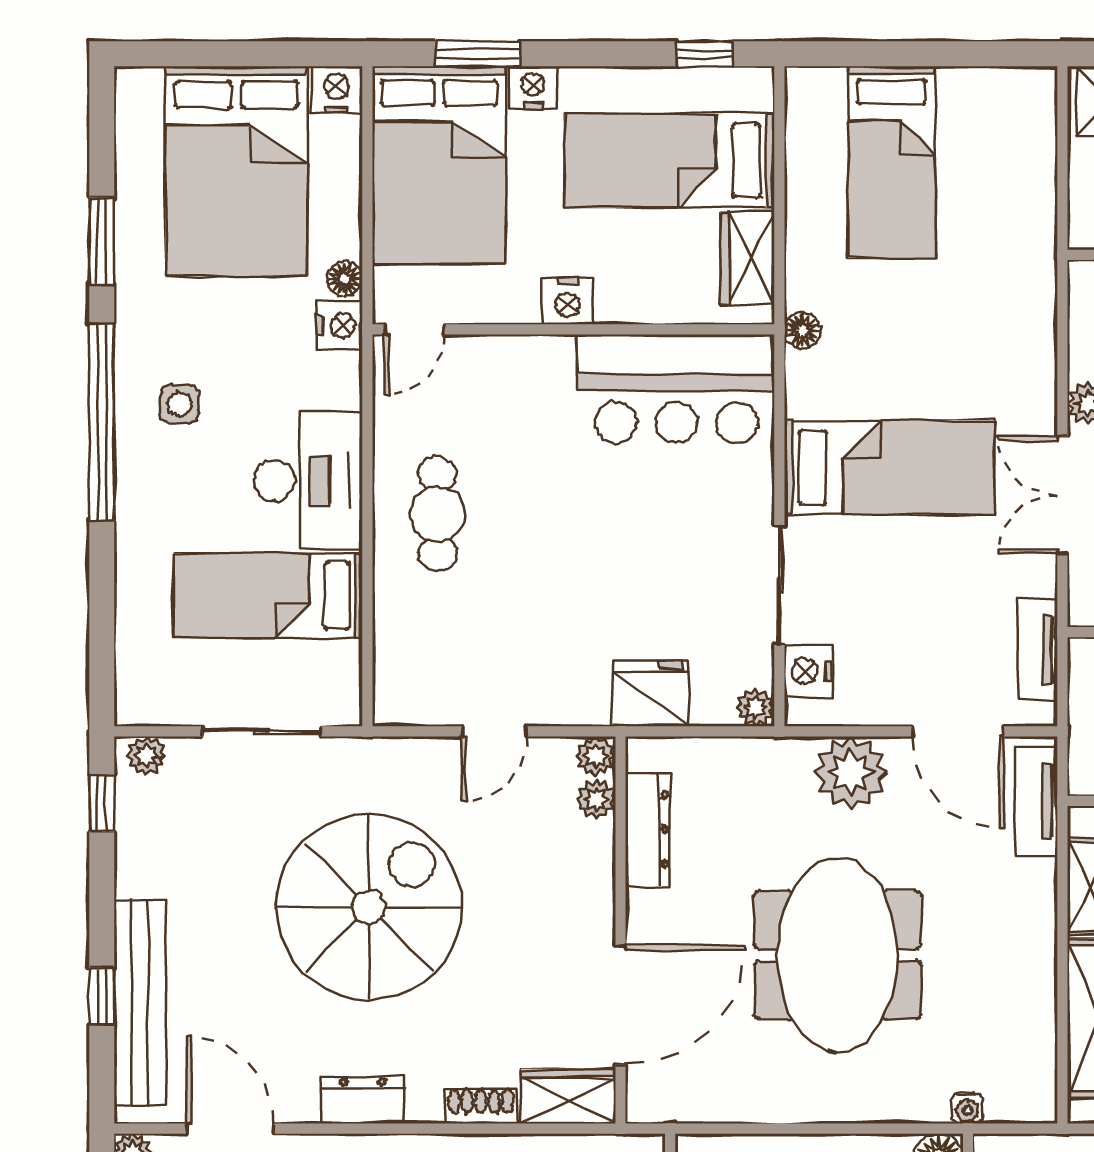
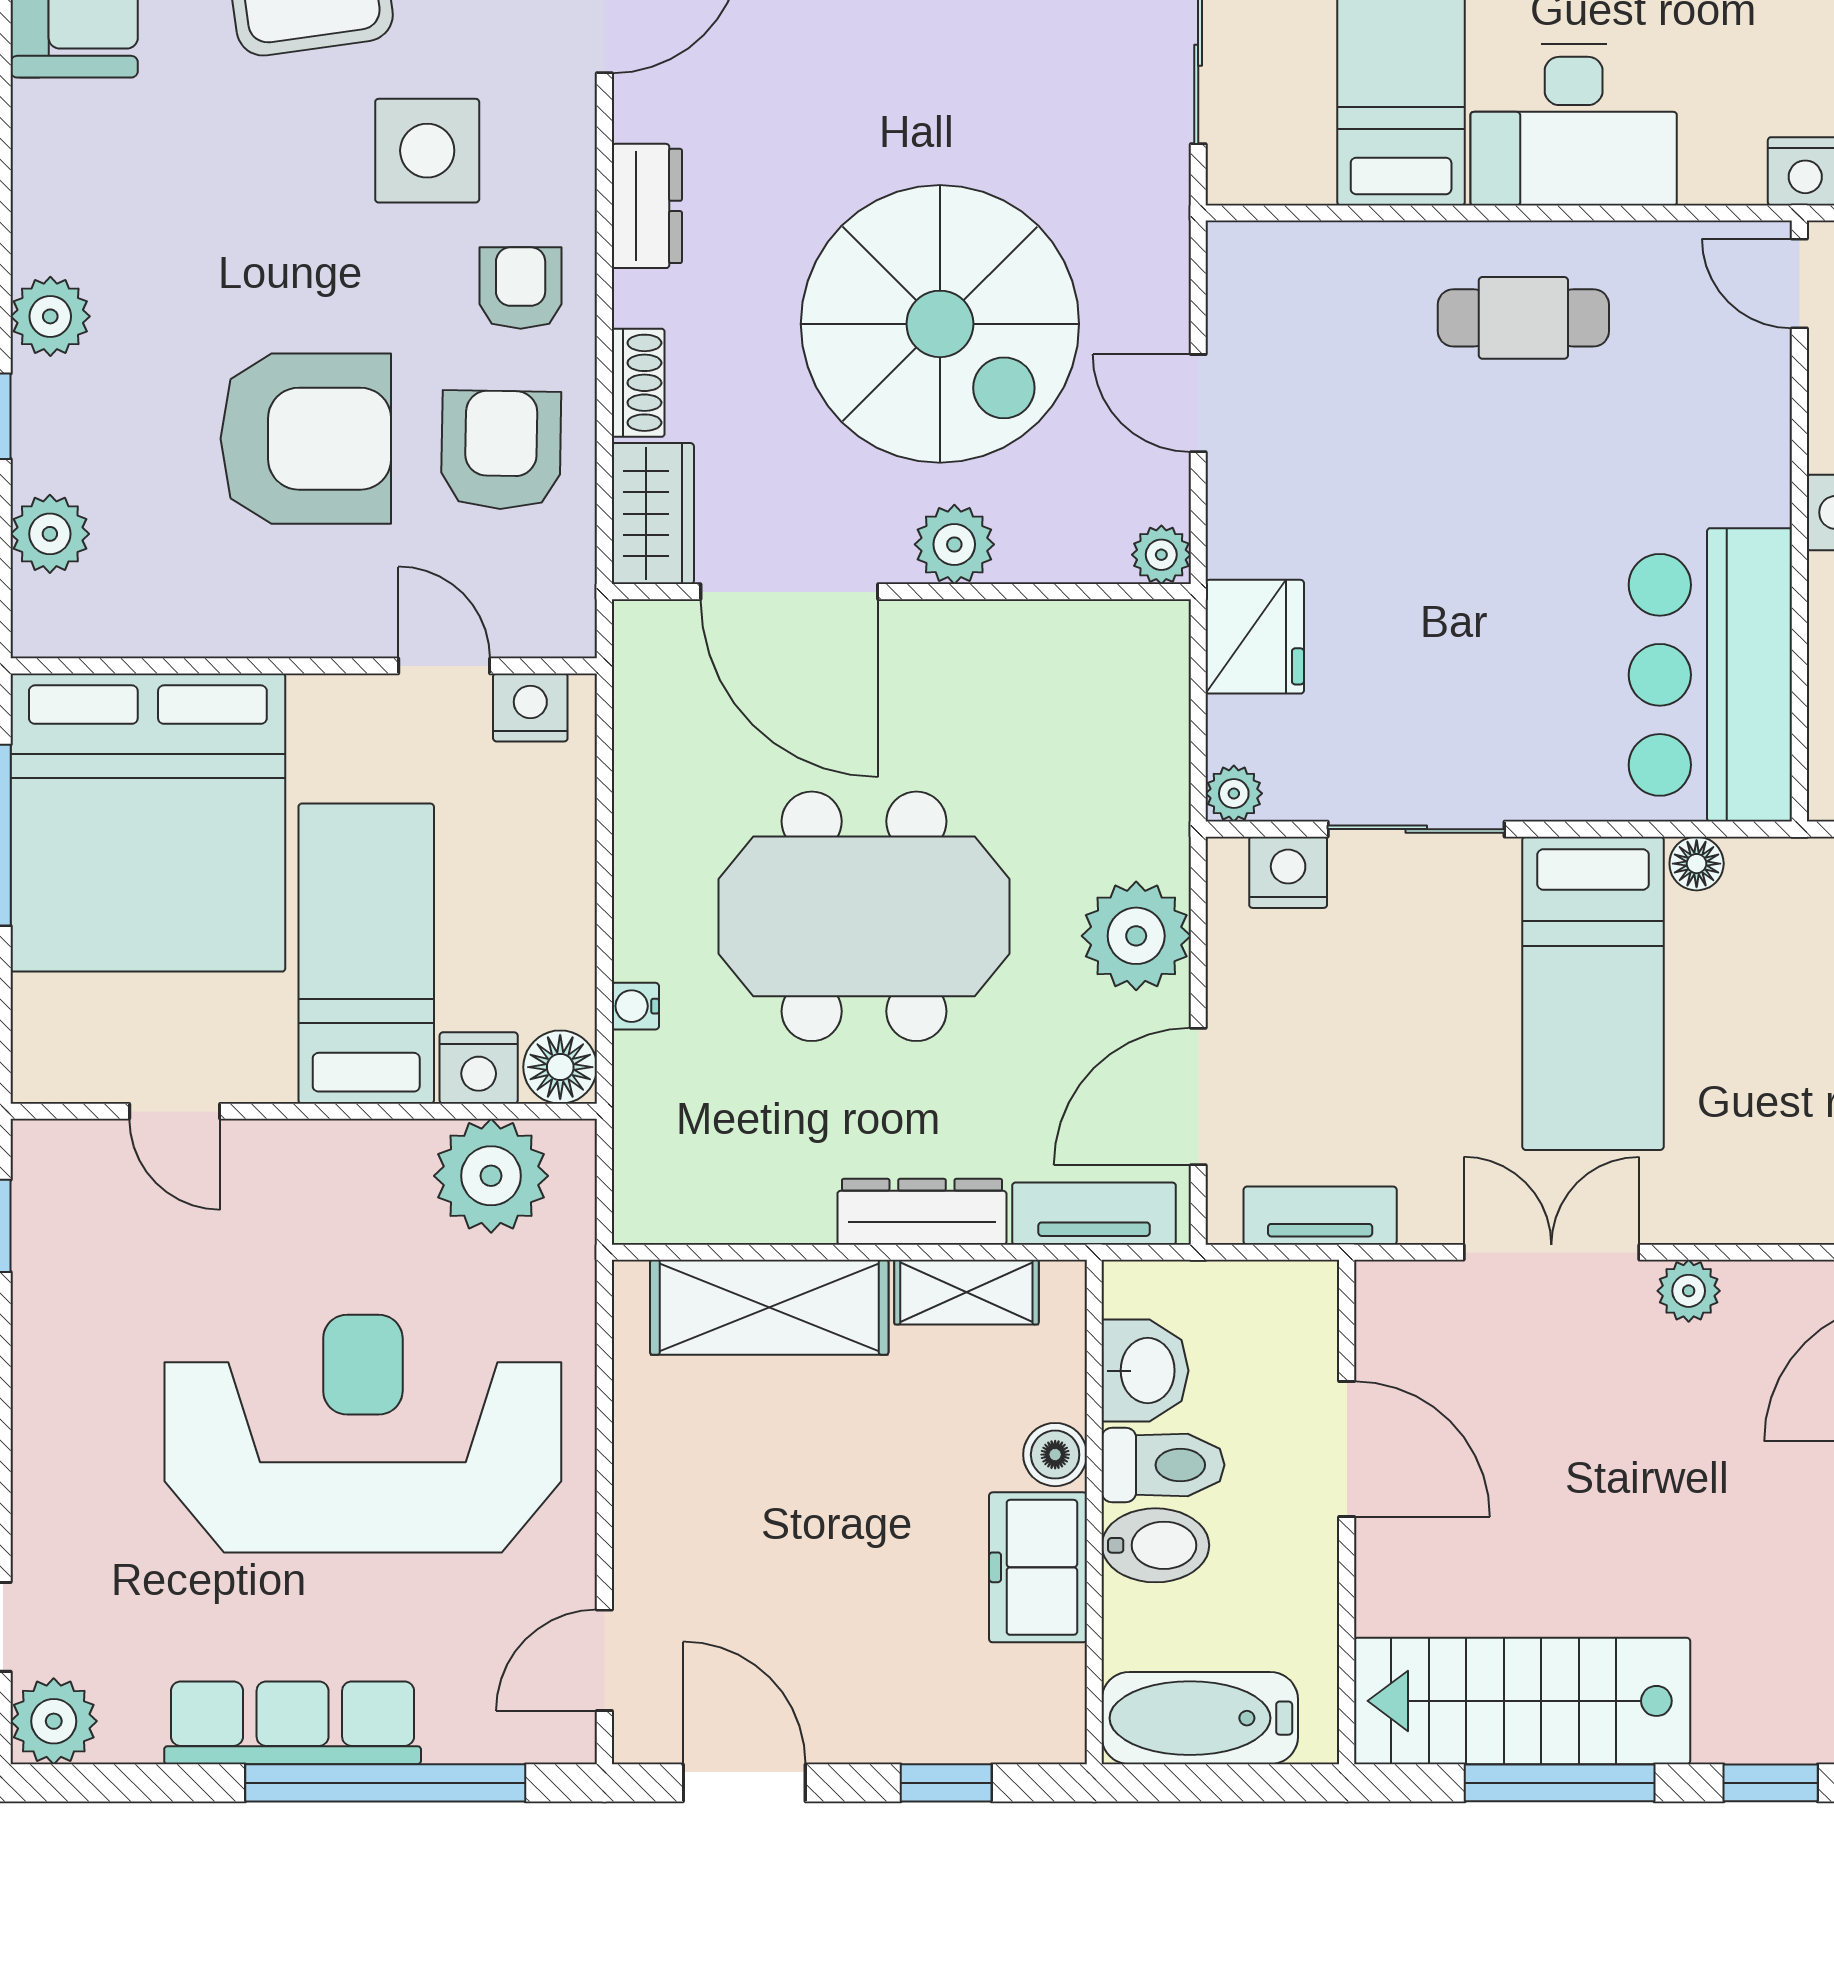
floor lamp: (802, 331) -> (1697, 864), moved
plant: (596, 799) -> (954, 544), moved, width x1.38, depth x1.38
dresser: (648, 829) -> (922, 1212), moved, turned 180
spiral stairs: (369, 907) -> (940, 324), moved
water cooler: (967, 1108) -> (635, 1006), moved

